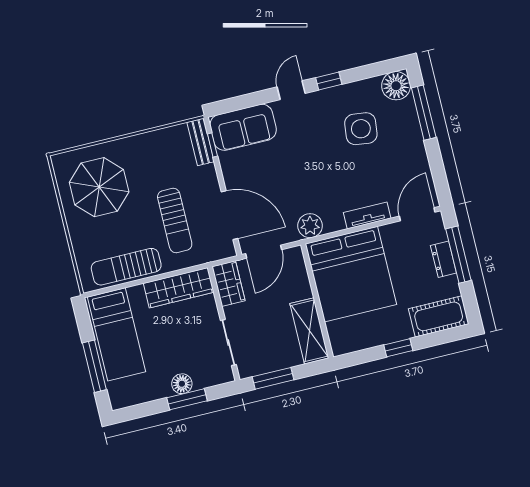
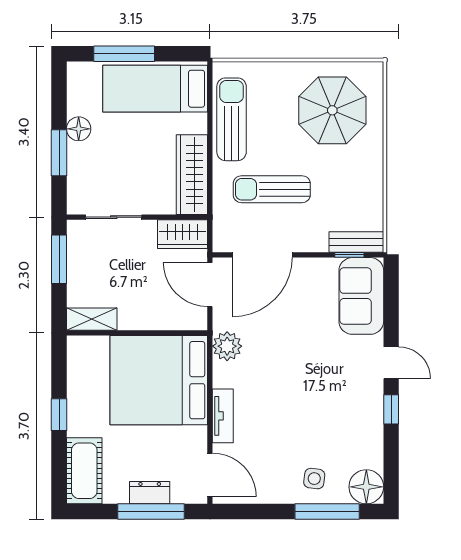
side table: (361, 129) -> (314, 479), moved, width x0.54, depth x0.54
shelving: (309, 331) -> (92, 319), width x0.67, depth x0.75
floor lamp: (182, 384) -> (79, 129), moved

